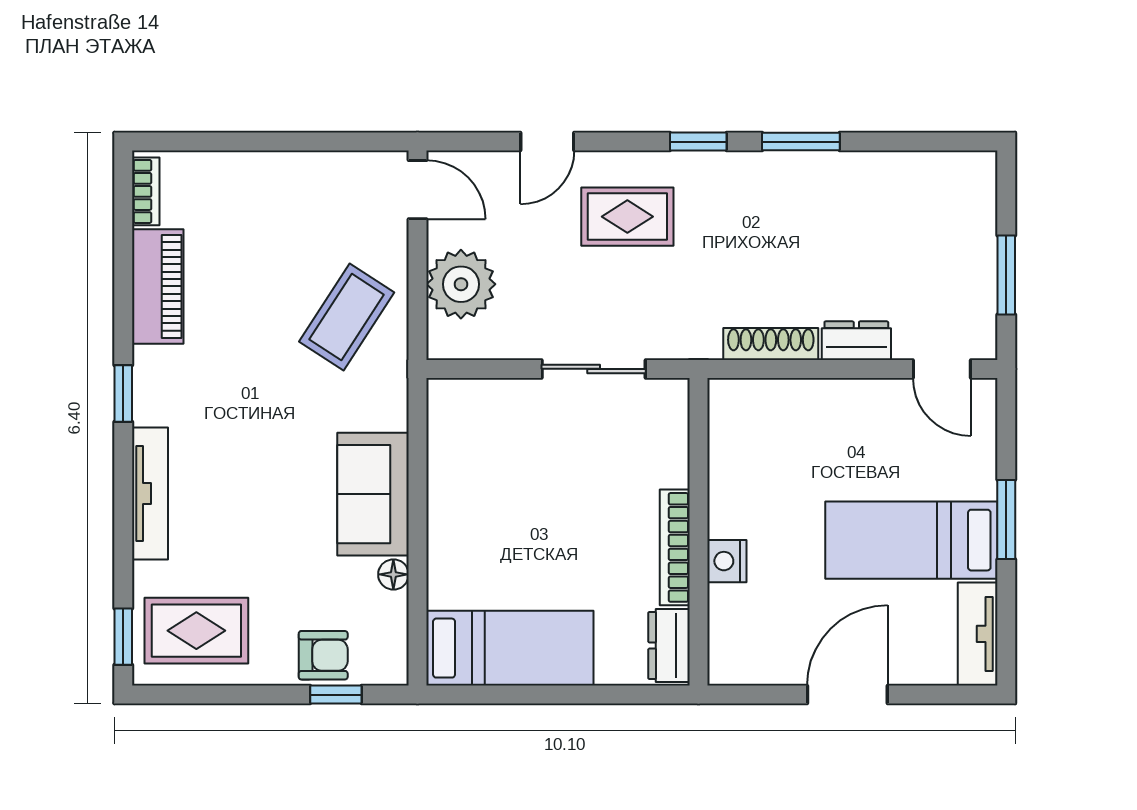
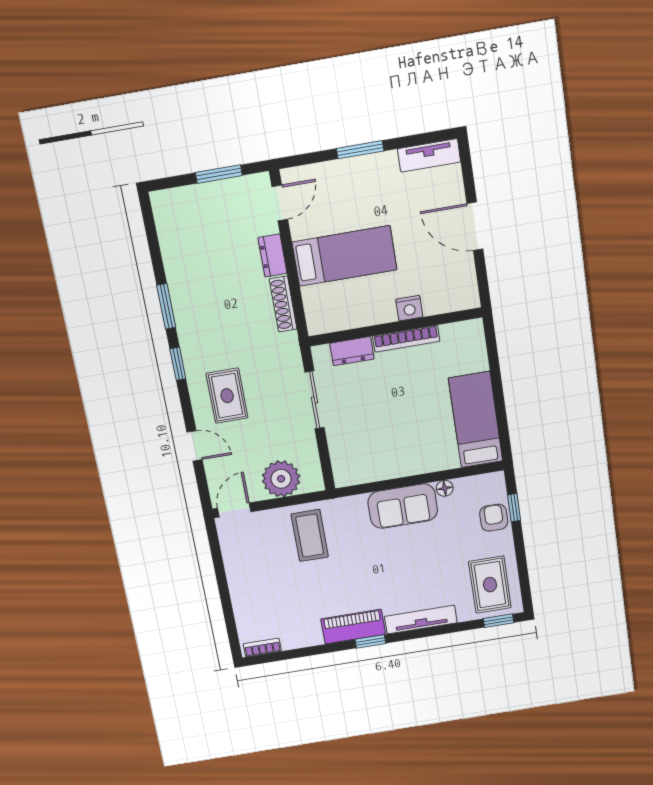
piano: (158, 286) -> (353, 627), moved
coffee table: (347, 317) -> (310, 535), turned 57
bed: (911, 540) -> (345, 256), moved, turned -90
dresser: (669, 646) -> (352, 351), moved

